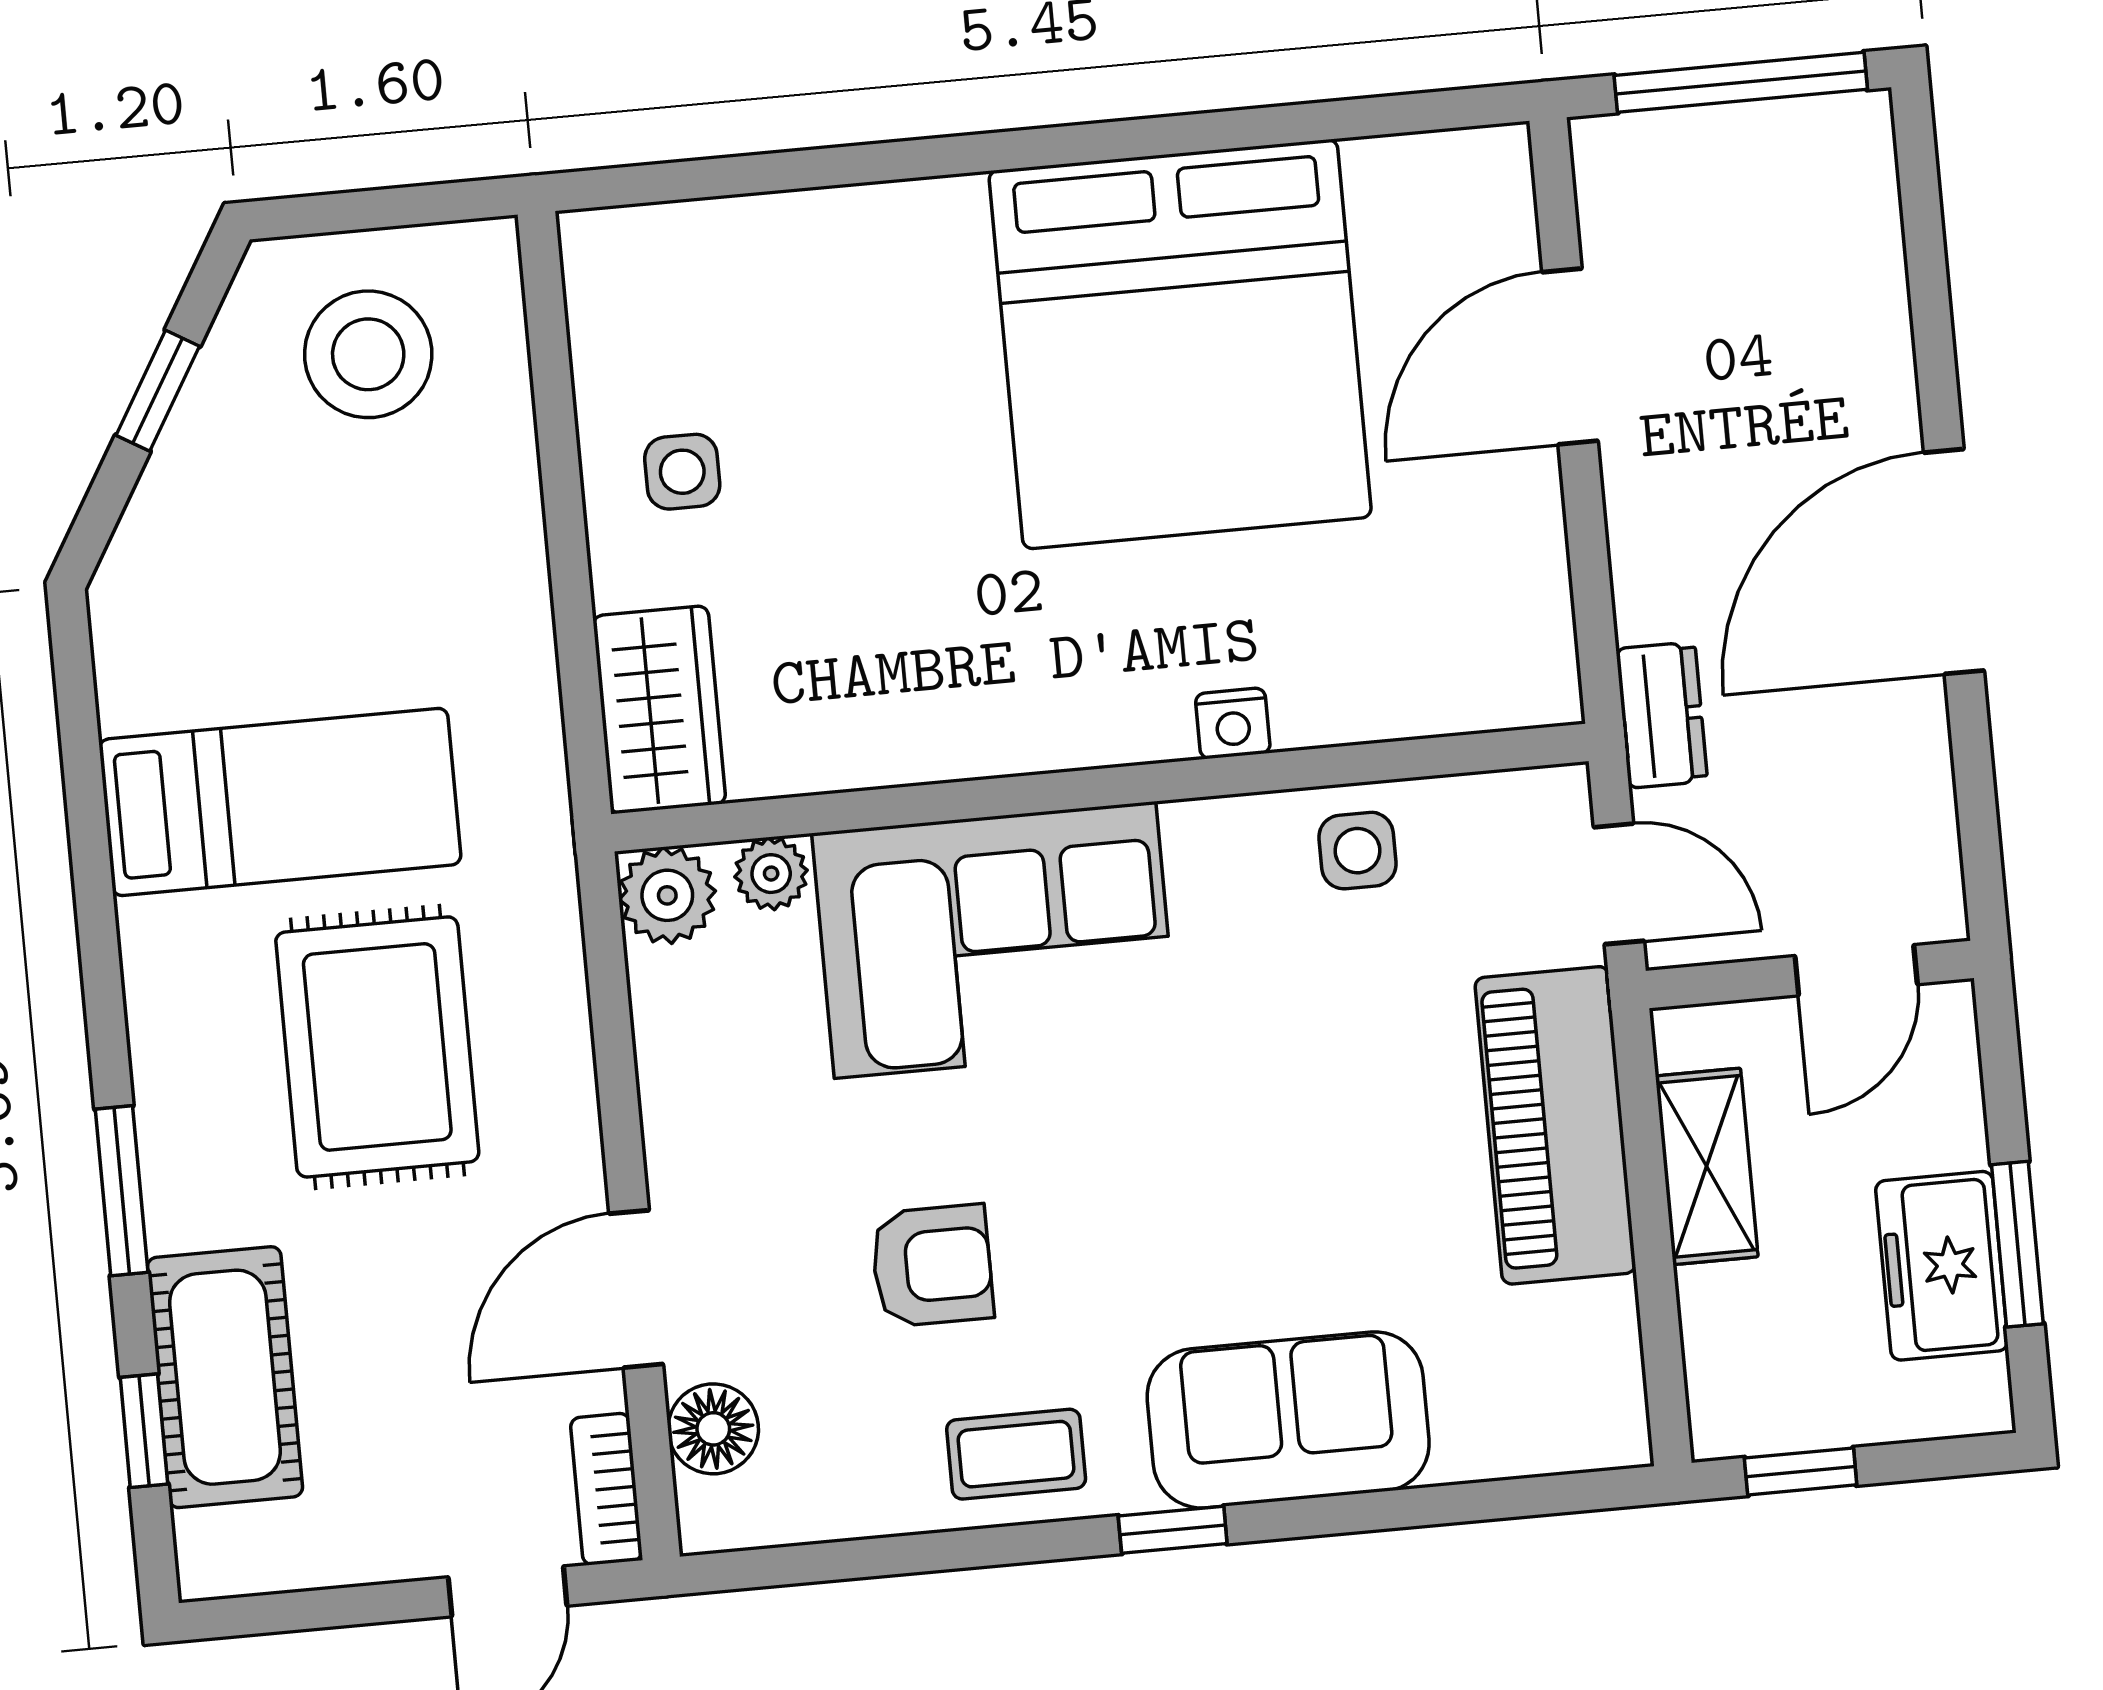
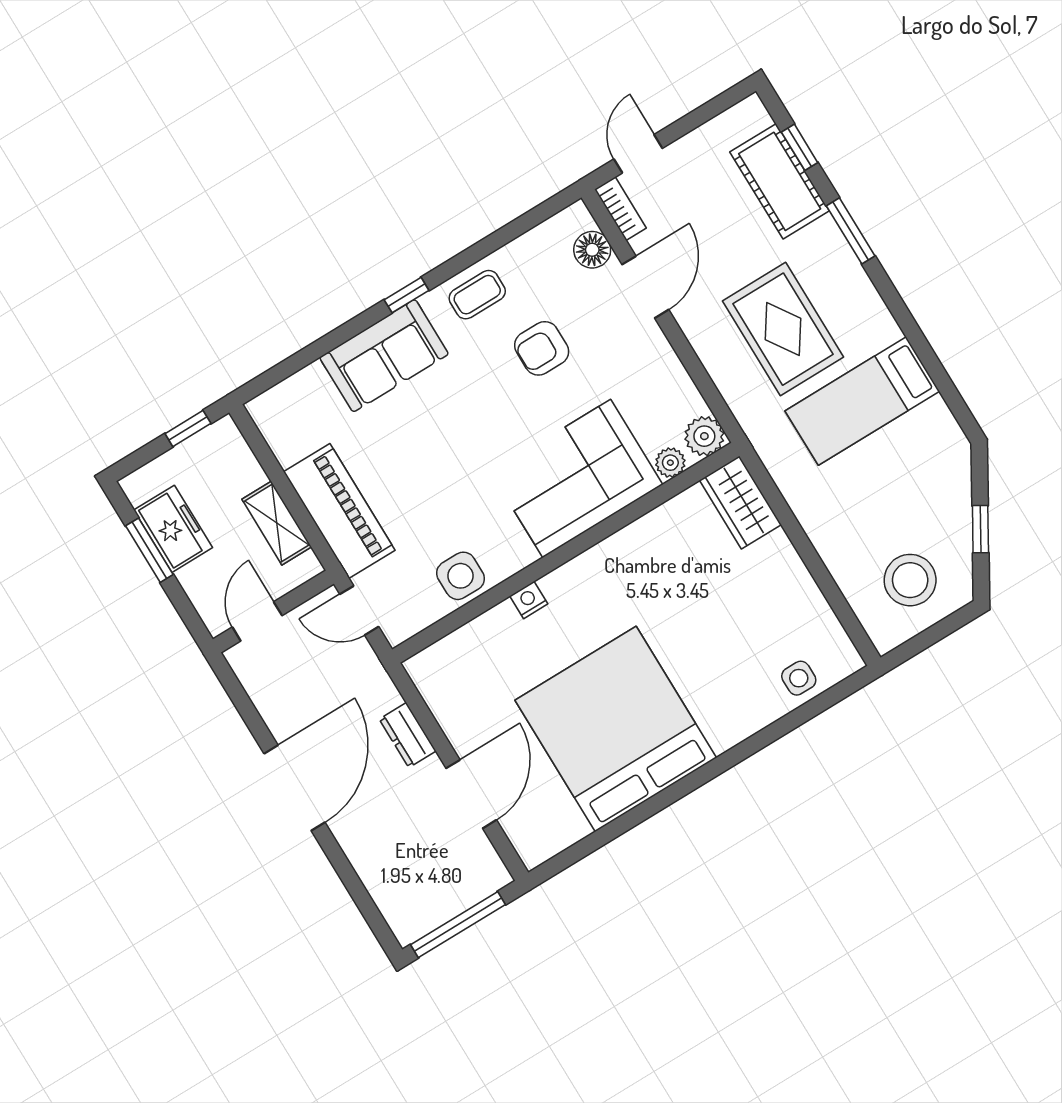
side table: (682, 472) -> (799, 678), moved
dresser: (1662, 715) -> (408, 735), moved
side table: (1357, 851) -> (461, 576), width x1.37, depth x1.37

